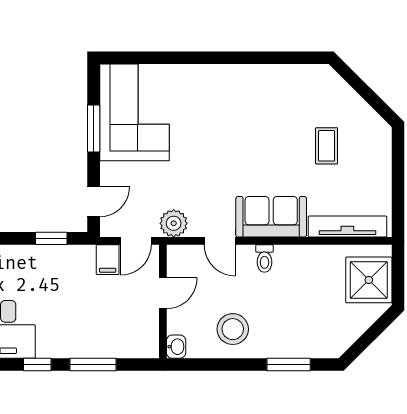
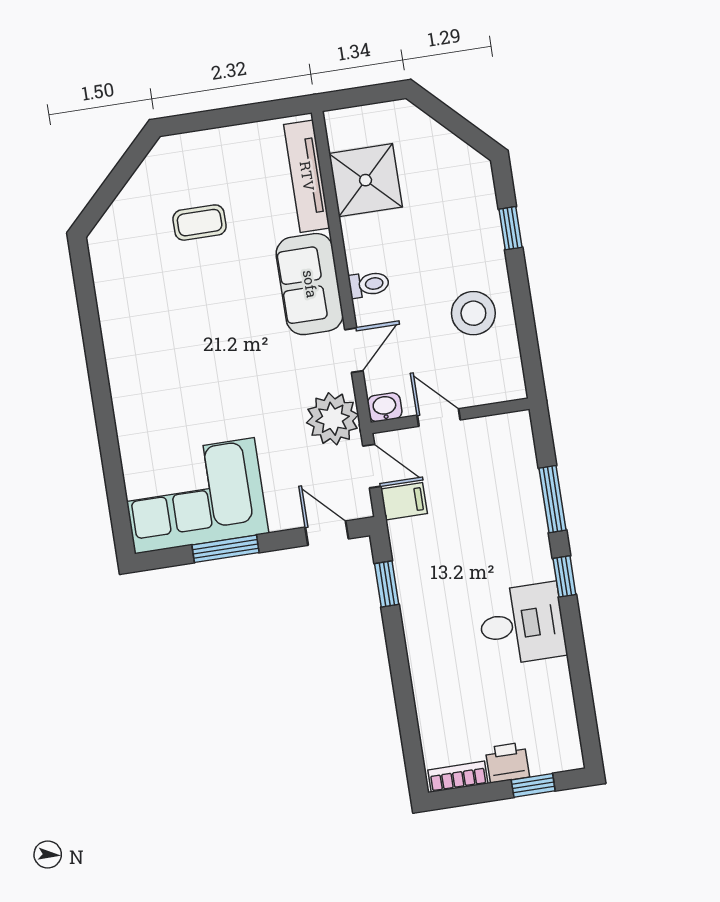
plant: (174, 223) -> (333, 419), width x1.36, depth x1.36
shower: (369, 280) -> (366, 180), moved
washbasin: (176, 347) -> (385, 407), moved
window: (289, 365) -> (511, 228), width x0.67

